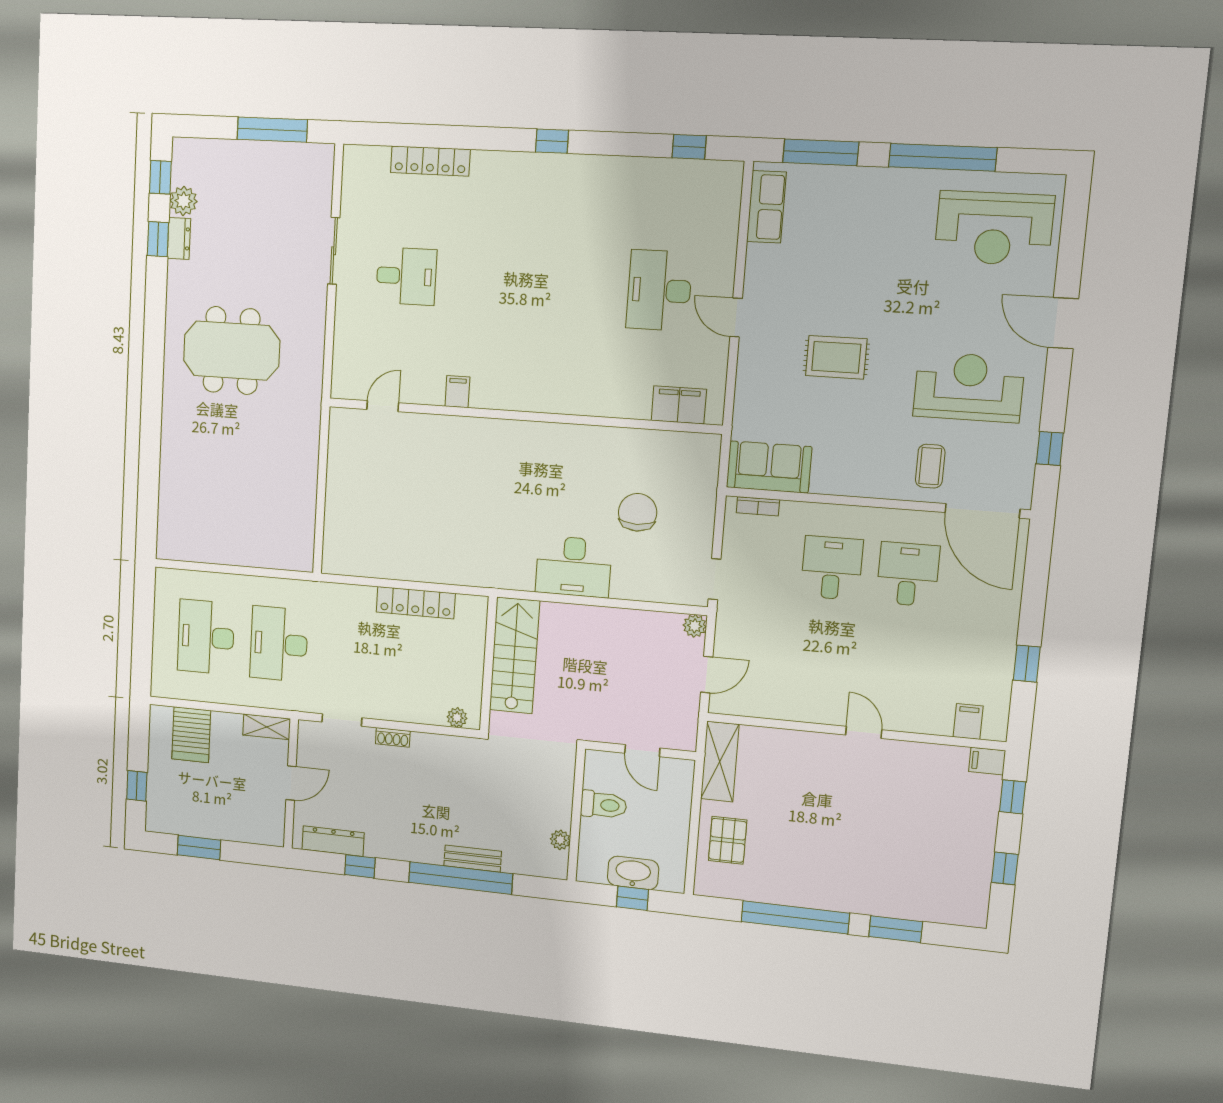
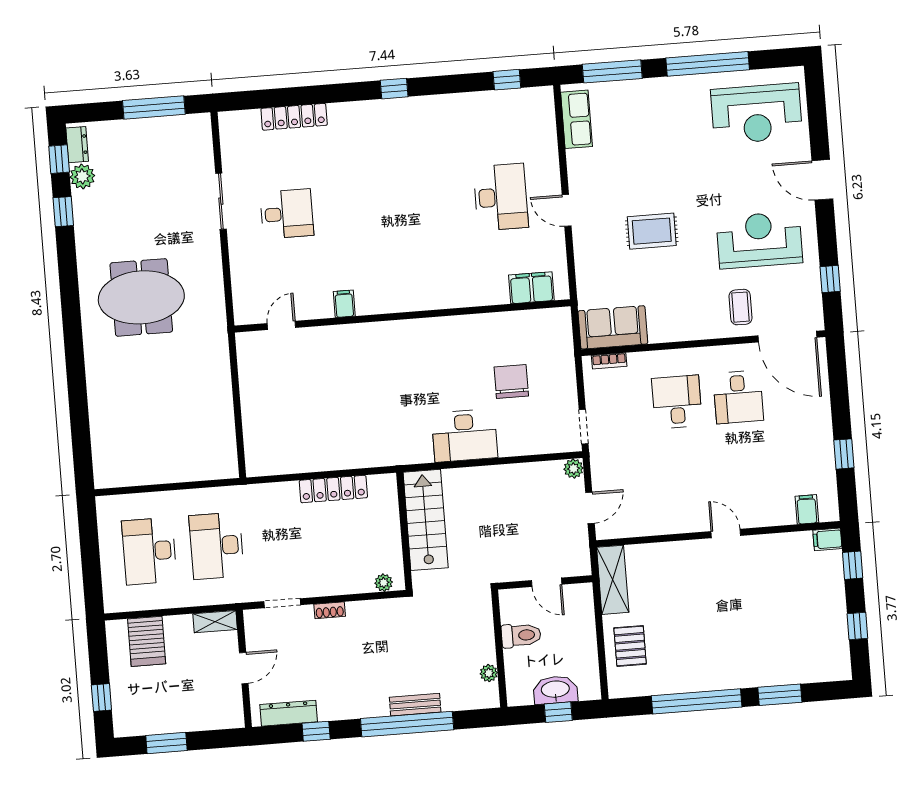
dresser: (179, 238) -> (77, 145), moved
desk: (659, 290) -> (501, 197), turned 180
desk: (908, 574) -> (738, 397), turned 180

